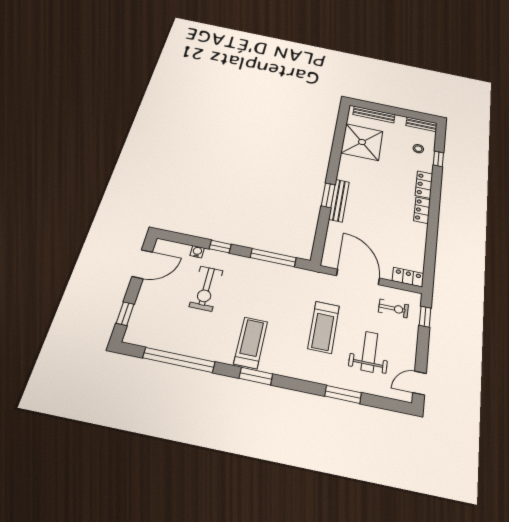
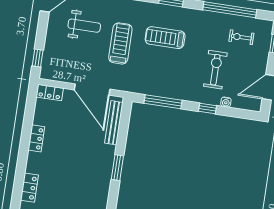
bench: (339, 200) -> (114, 123), moved
locker: (422, 210) -> (36, 138), moved
exercise bike: (393, 308) -> (241, 37), moved
treadmill: (251, 343) -> (165, 38), moved, turned 90
weight bench: (369, 352) -> (84, 26), turned -90

